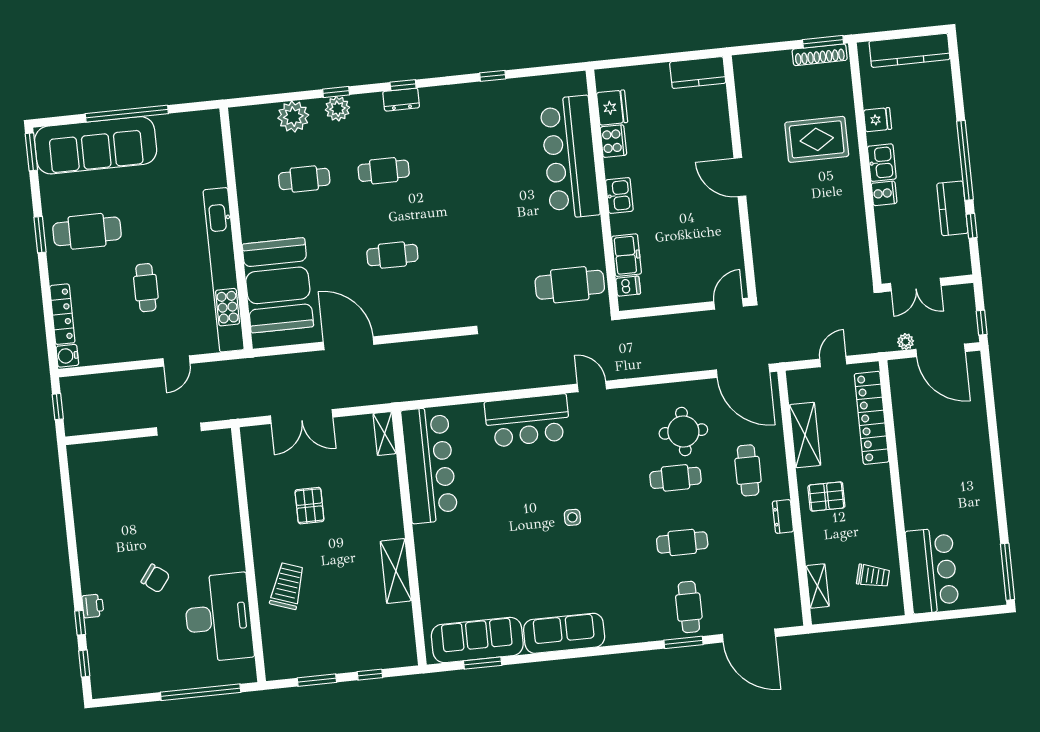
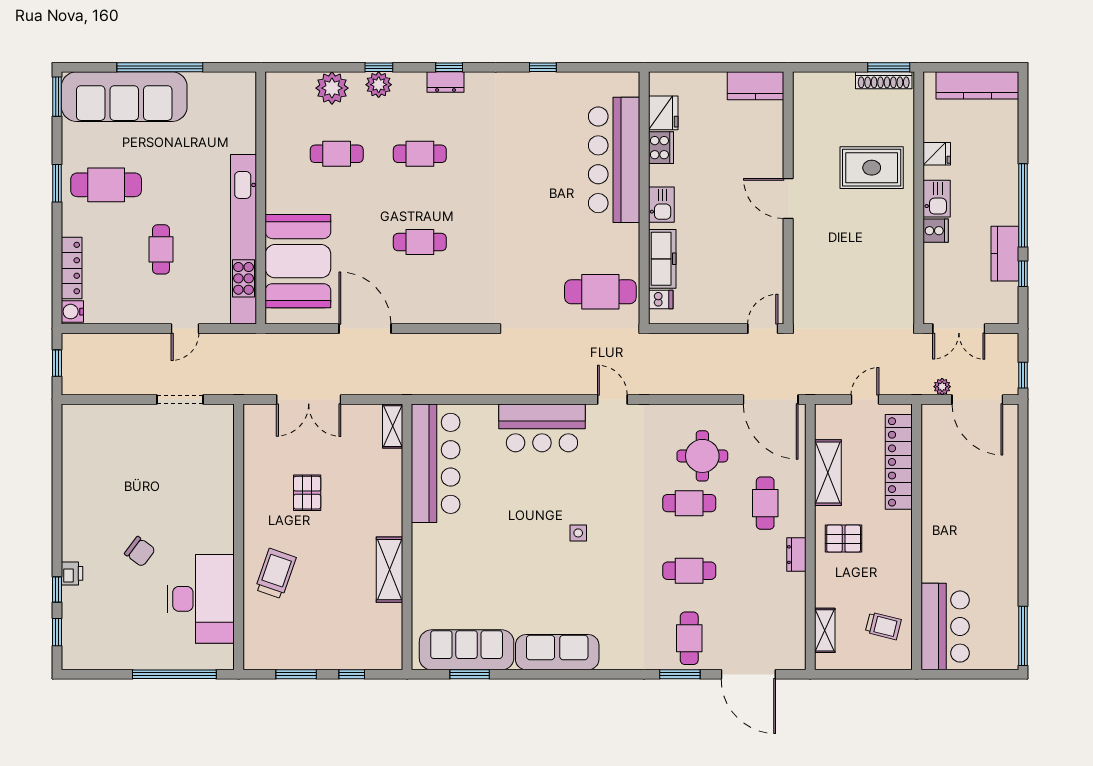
freezer: (626, 255) -> (662, 259), width x1.40

